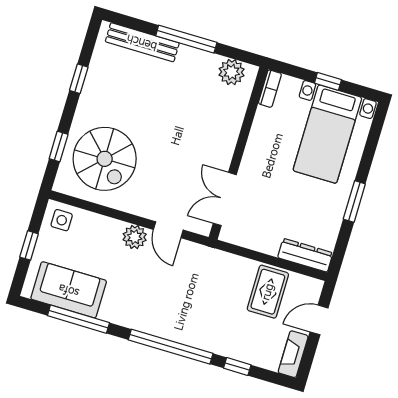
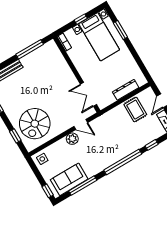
window: (186, 39) -> (30, 49), moved
plant: (232, 72) -> (46, 50), removed
spiral stairs: (105, 159) -> (35, 124), turned 90
window: (354, 201) -> (120, 30), moved
window: (29, 245) -> (48, 191), moved
dresser: (305, 255) -> (126, 90), moved

